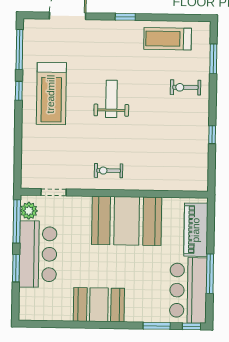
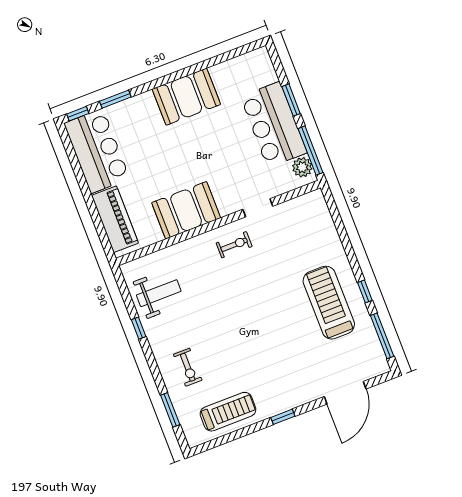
exercise bike: (185, 87) -> (188, 367), turned 90
weight bench: (111, 99) -> (159, 293), moved, turned -90
doorway: (54, 192) -> (258, 208), moved
booth: (127, 221) -> (186, 210), width x0.73, depth x0.70
window: (210, 274) -> (81, 178), removed

